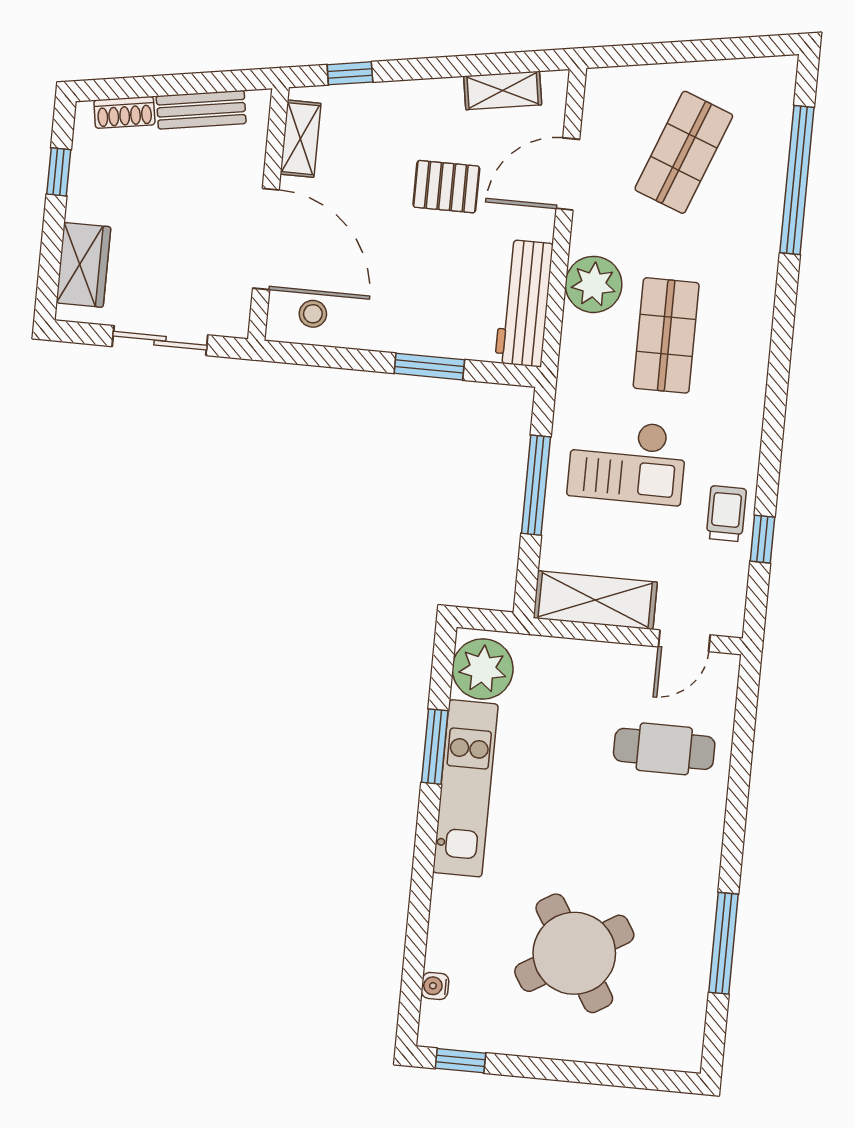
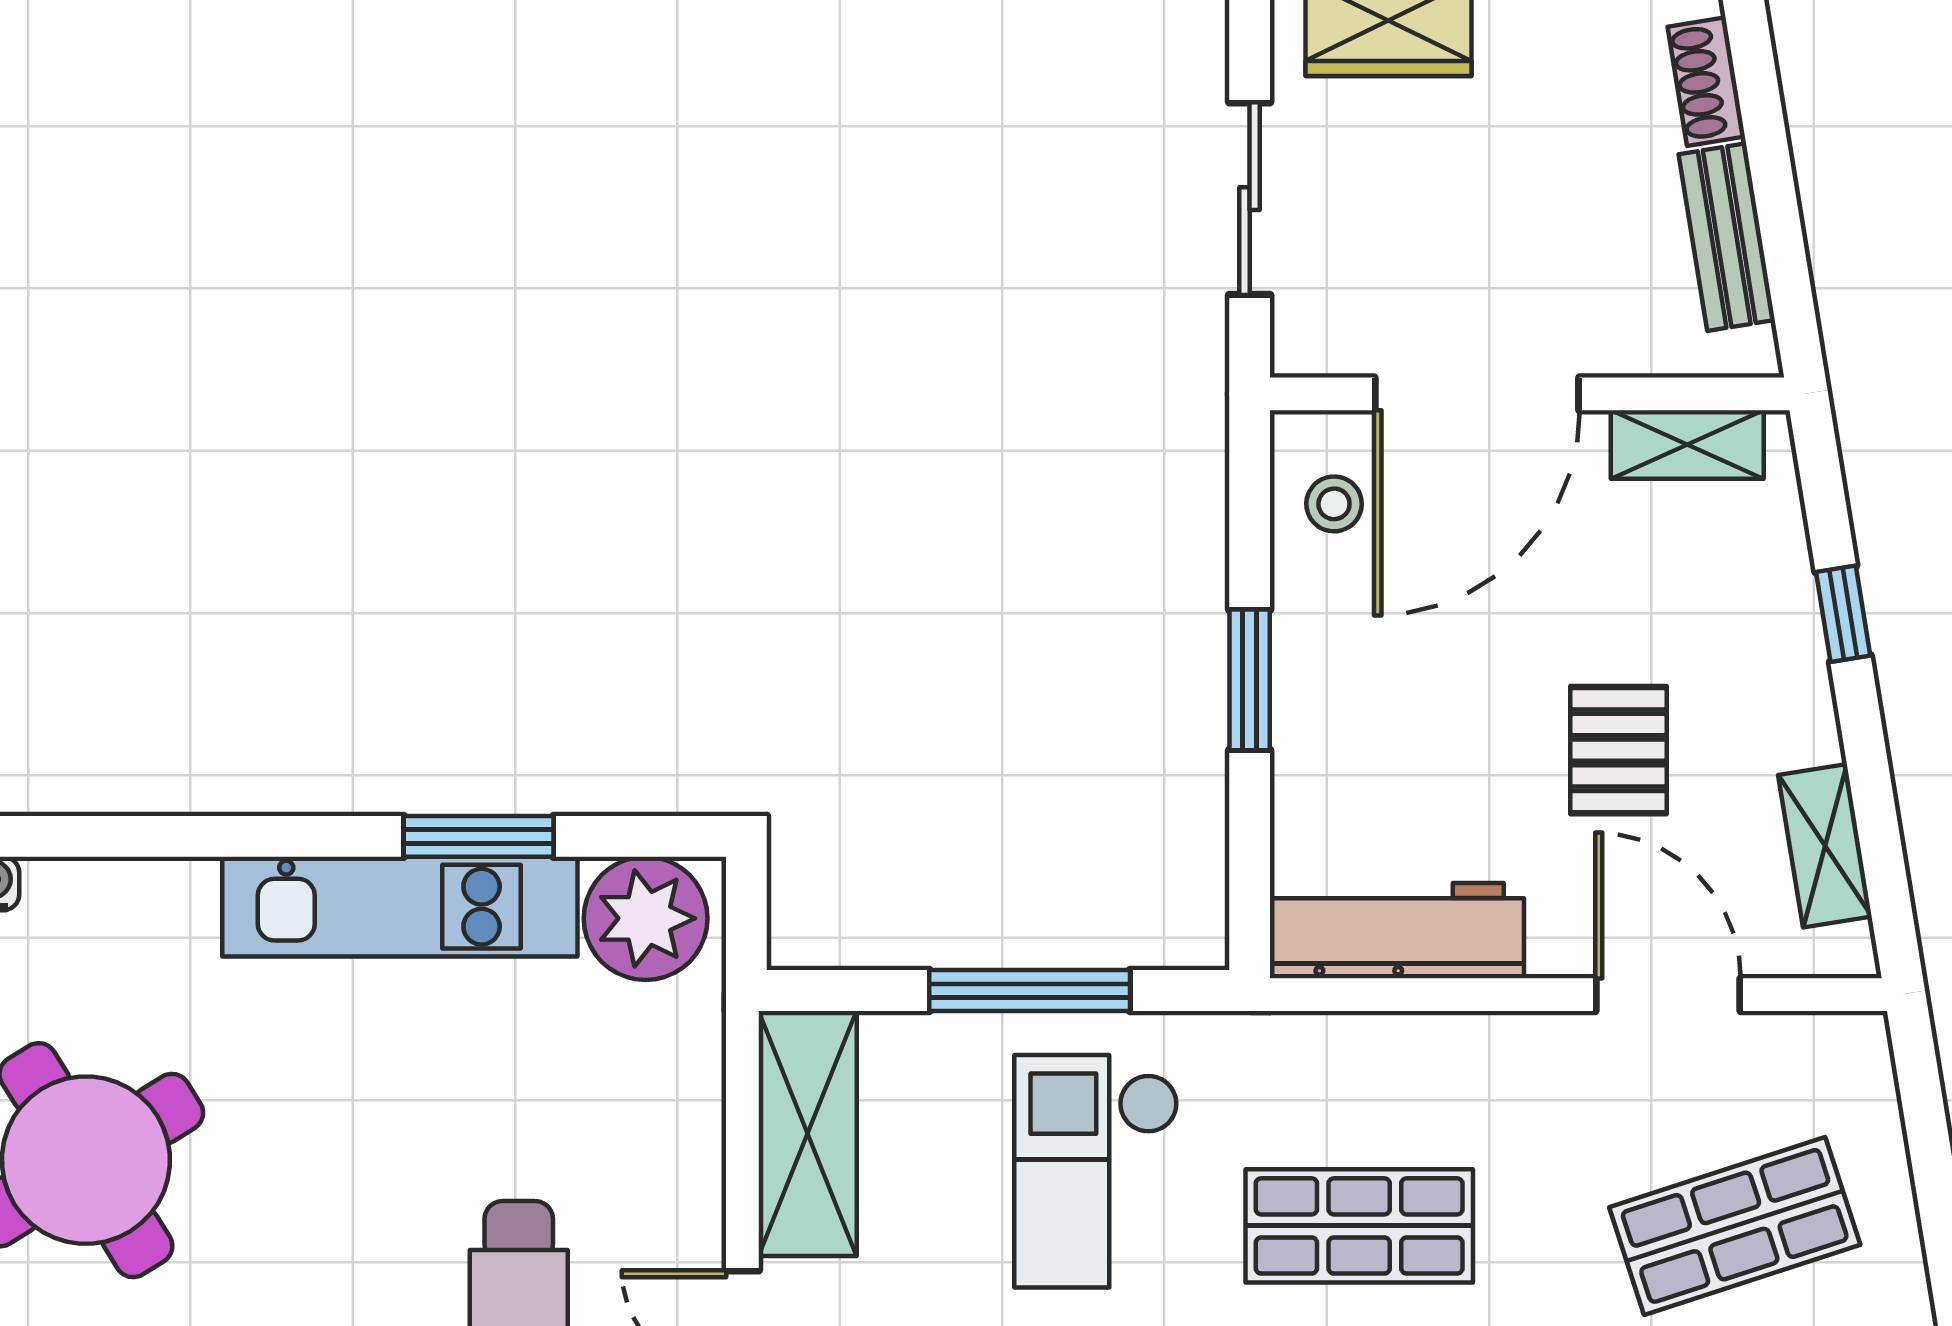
window: (350, 73) -> (1843, 614), moved
shop shelf: (684, 152) -> (1735, 1226), turned -39
plant: (594, 284) -> (1449, 1068), removed
window: (429, 367) -> (1250, 680), moved

